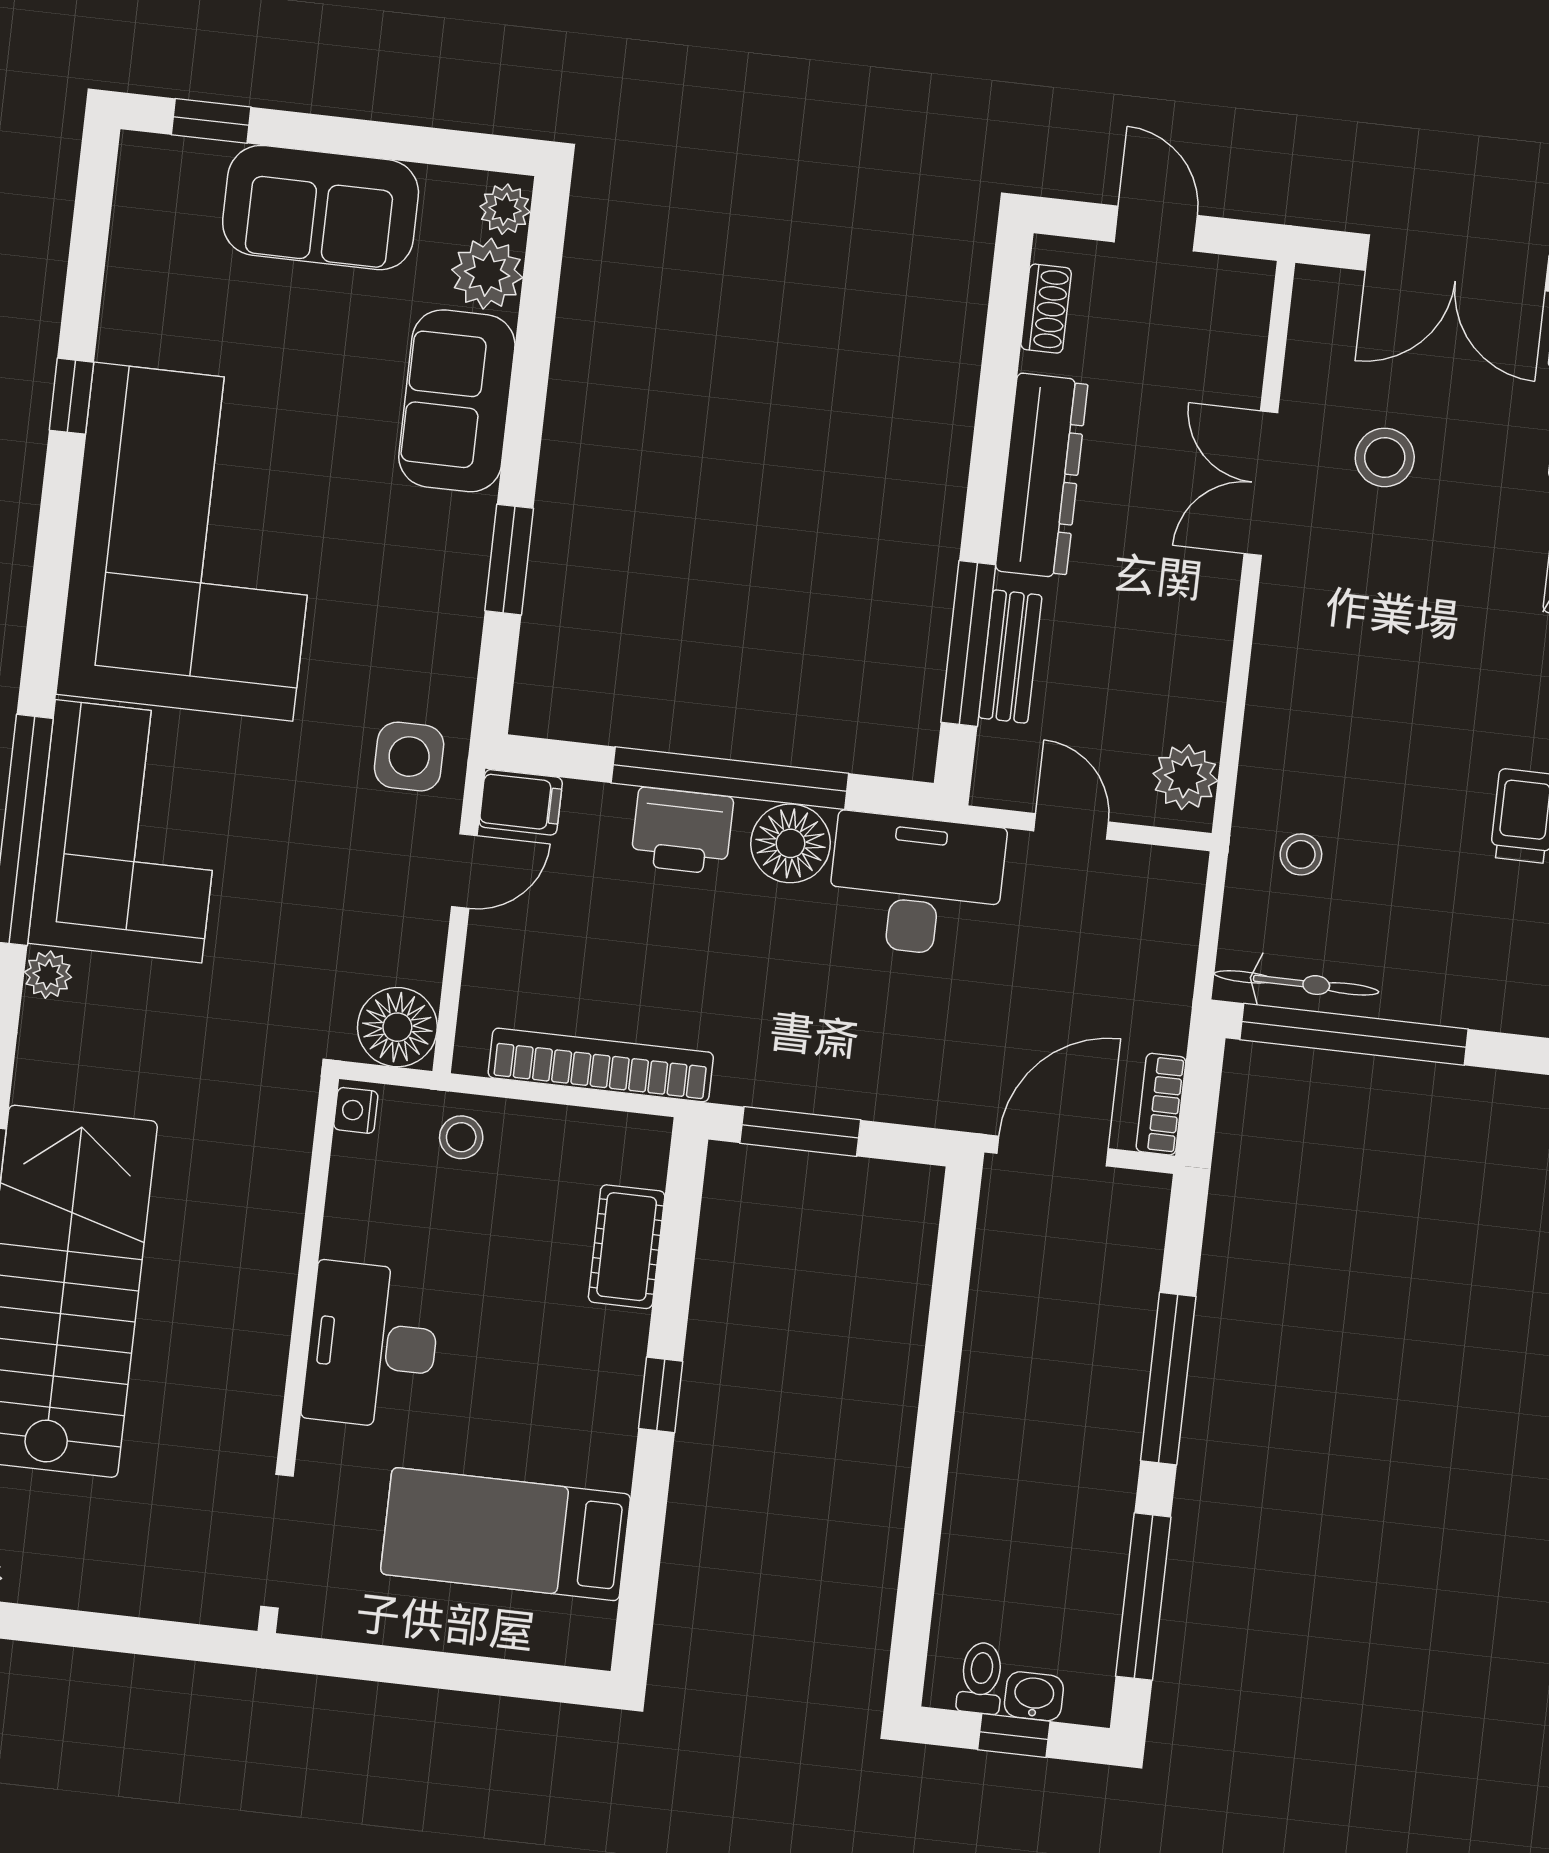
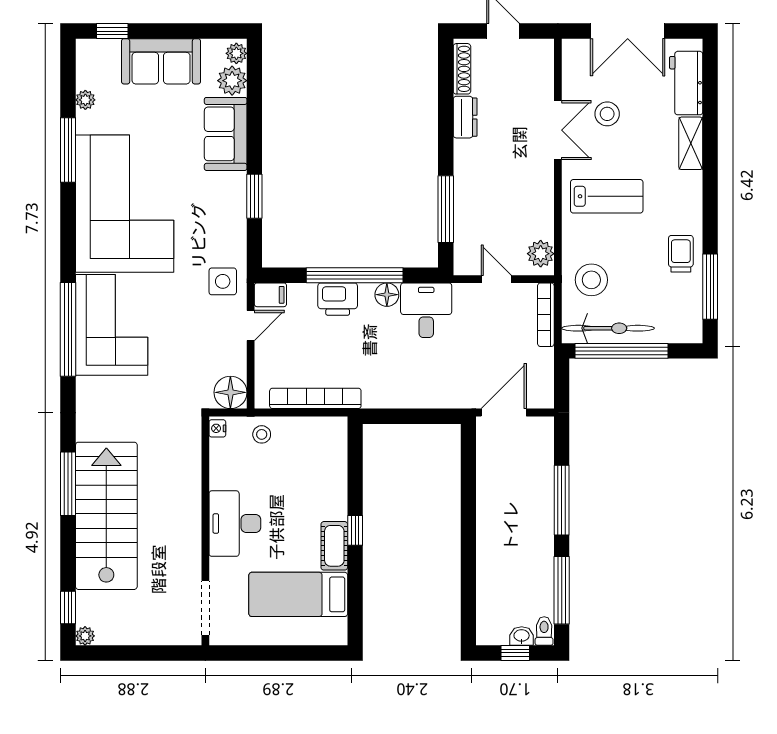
shoe rack: (1046, 309) -> (462, 69), width x1.43
window: (71, 396) -> (68, 150), width x2.17
dresser: (1042, 476) -> (465, 117), width x0.51, depth x0.80
double door: (1261, 483) -> (558, 130), swing flipped
bench: (1010, 657) -> (463, 213), removed
lab bench: (1361, 657) -> (607, 196), added
floor lamp: (791, 843) -> (387, 295), width x0.73, depth x0.73
stool: (1301, 854) -> (591, 280), width x1.89, depth x1.89
desk: (916, 885) -> (426, 310), width x0.73
plant: (48, 975) -> (85, 100), moved
bicycle: (1296, 983) -> (608, 328), width x1.37, depth x1.40
bookcase: (1161, 1104) -> (546, 315), moved, width x1.56
window: (800, 1132) -> (400, 416), removed
cot: (627, 1247) -> (334, 546), moved
toilet: (981, 1678) -> (544, 631), moved

